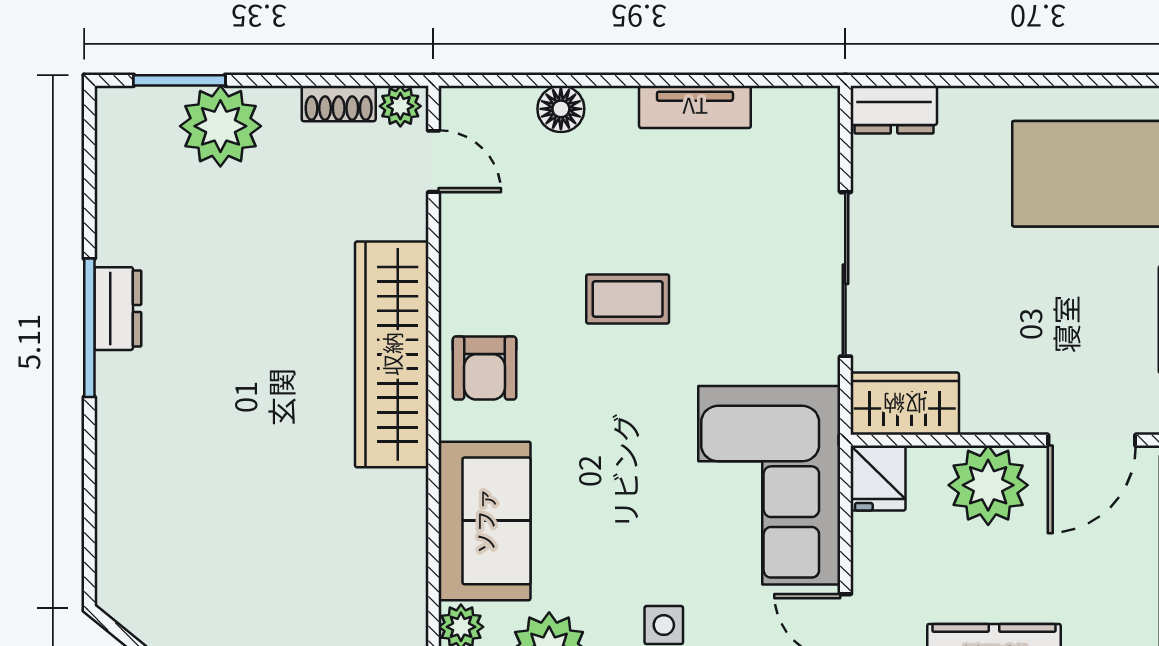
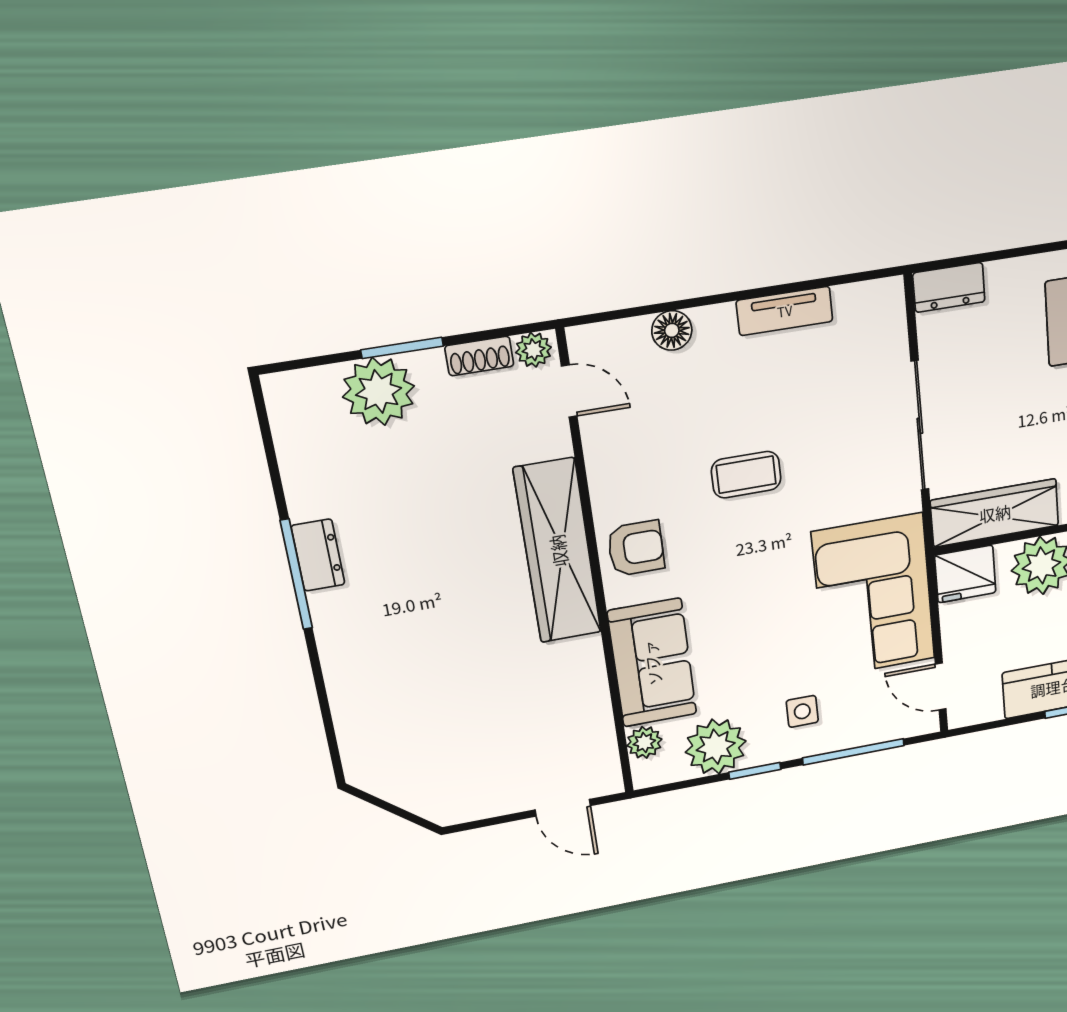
window: (179, 80) -> (402, 348), moved
armchair: (485, 368) -> (636, 548), turned -90
wardrobe: (905, 404) -> (995, 513), width x1.50
fridge: (878, 478) -> (965, 574), width x1.38

